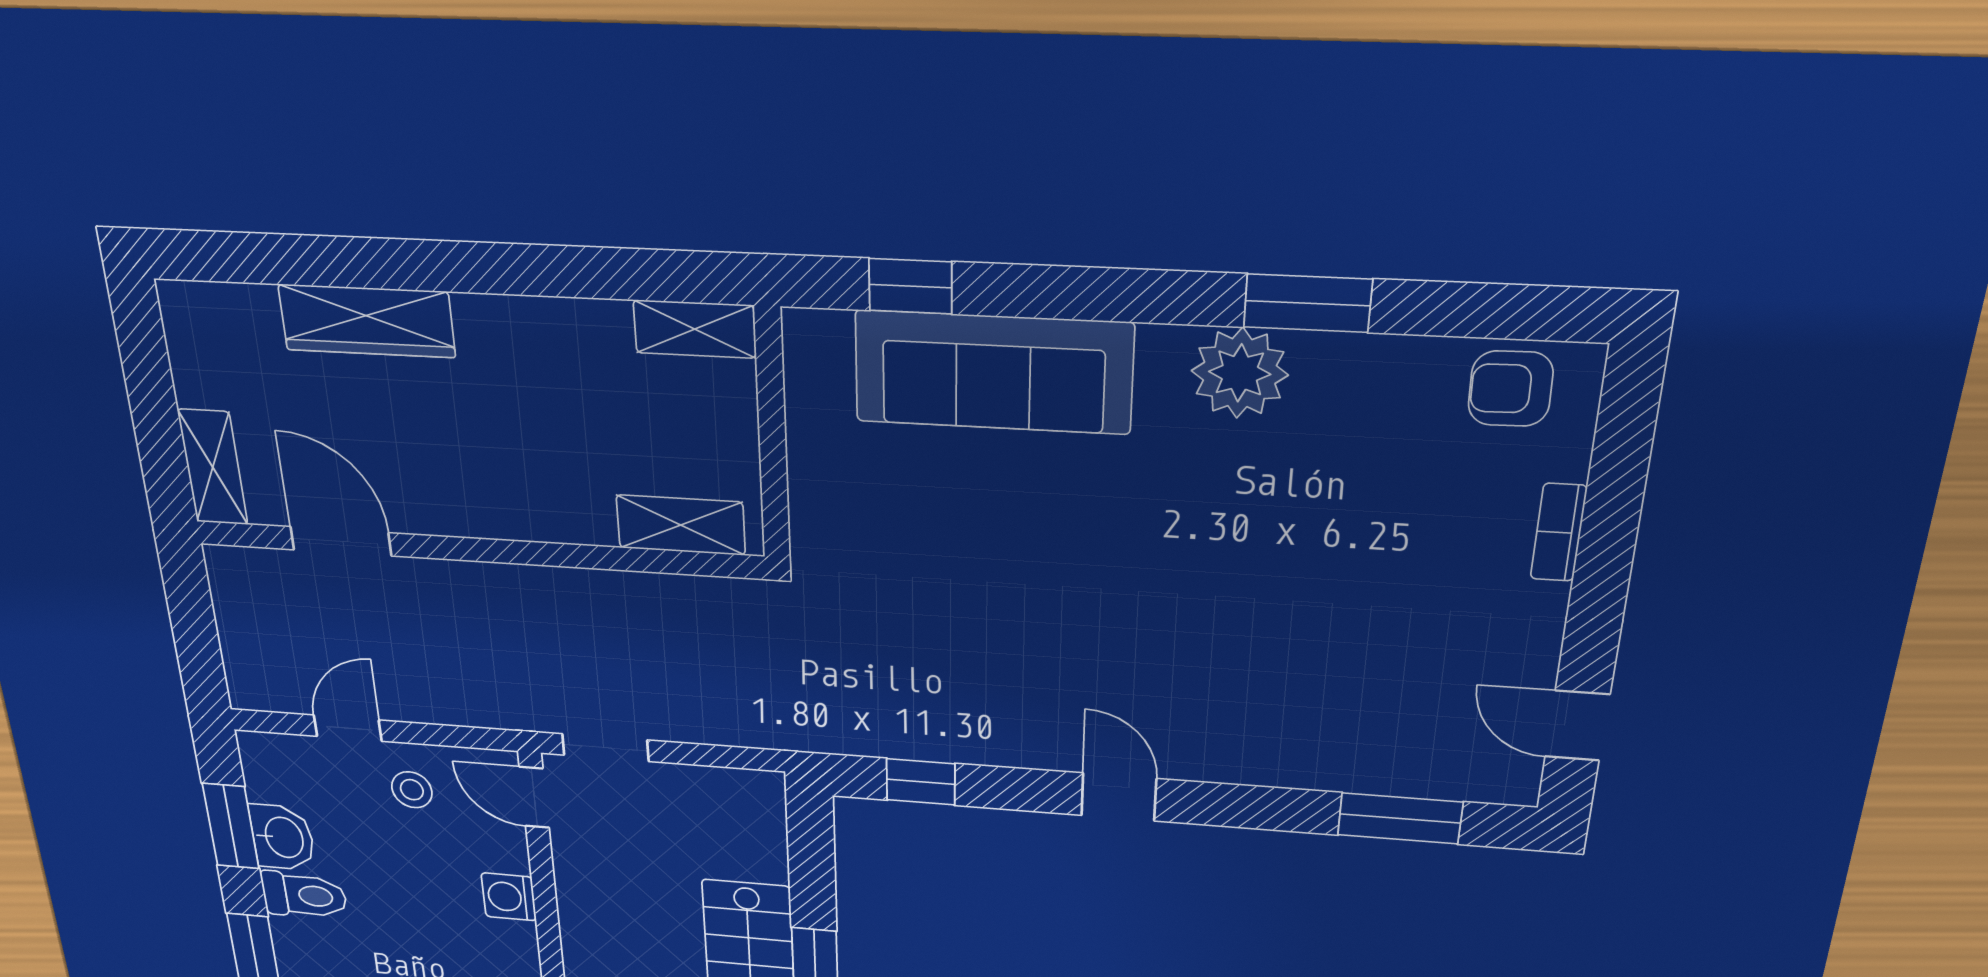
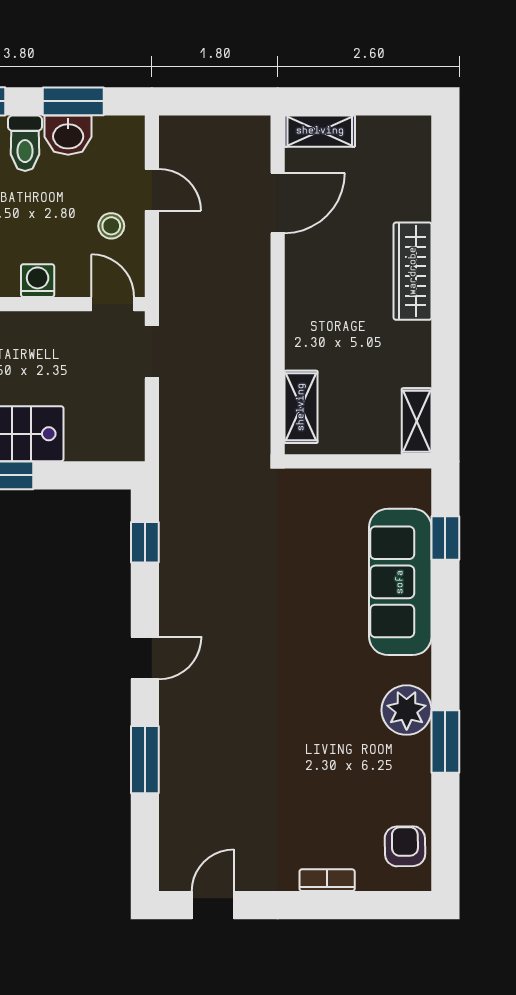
wardrobe: (367, 321) -> (413, 271), moved
door: (534, 797) -> (113, 304), hinge flipped
window: (1400, 819) -> (145, 760), moved

